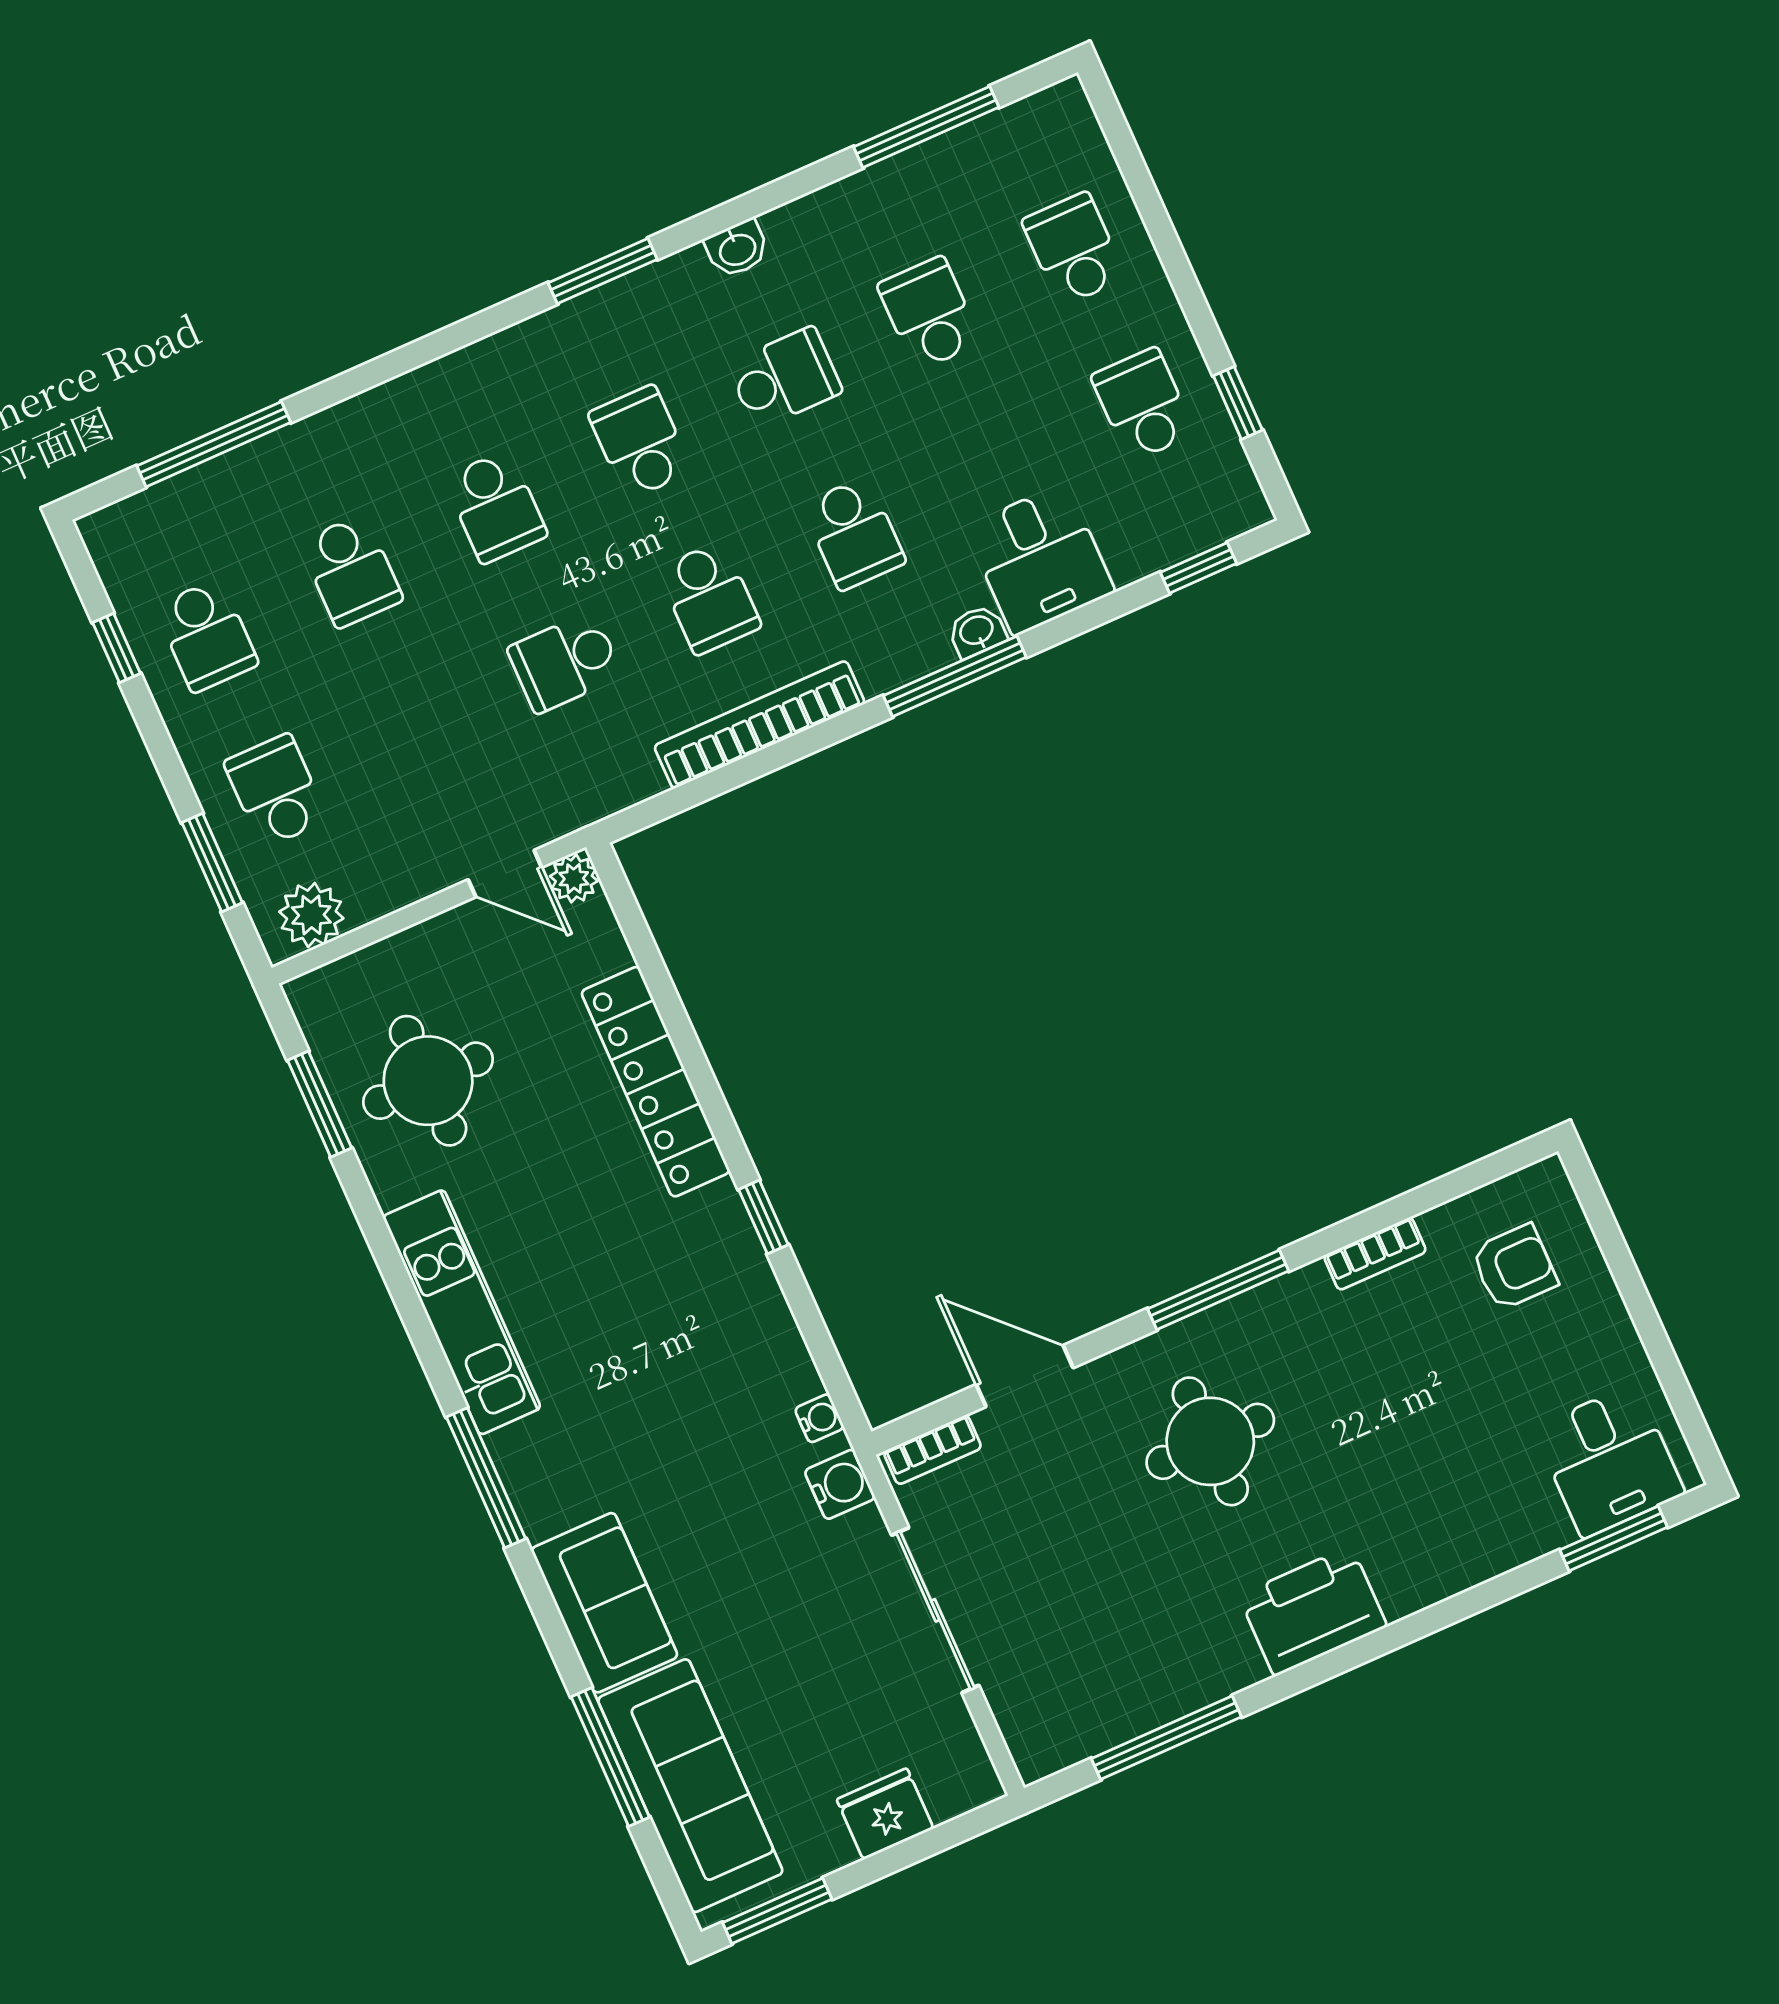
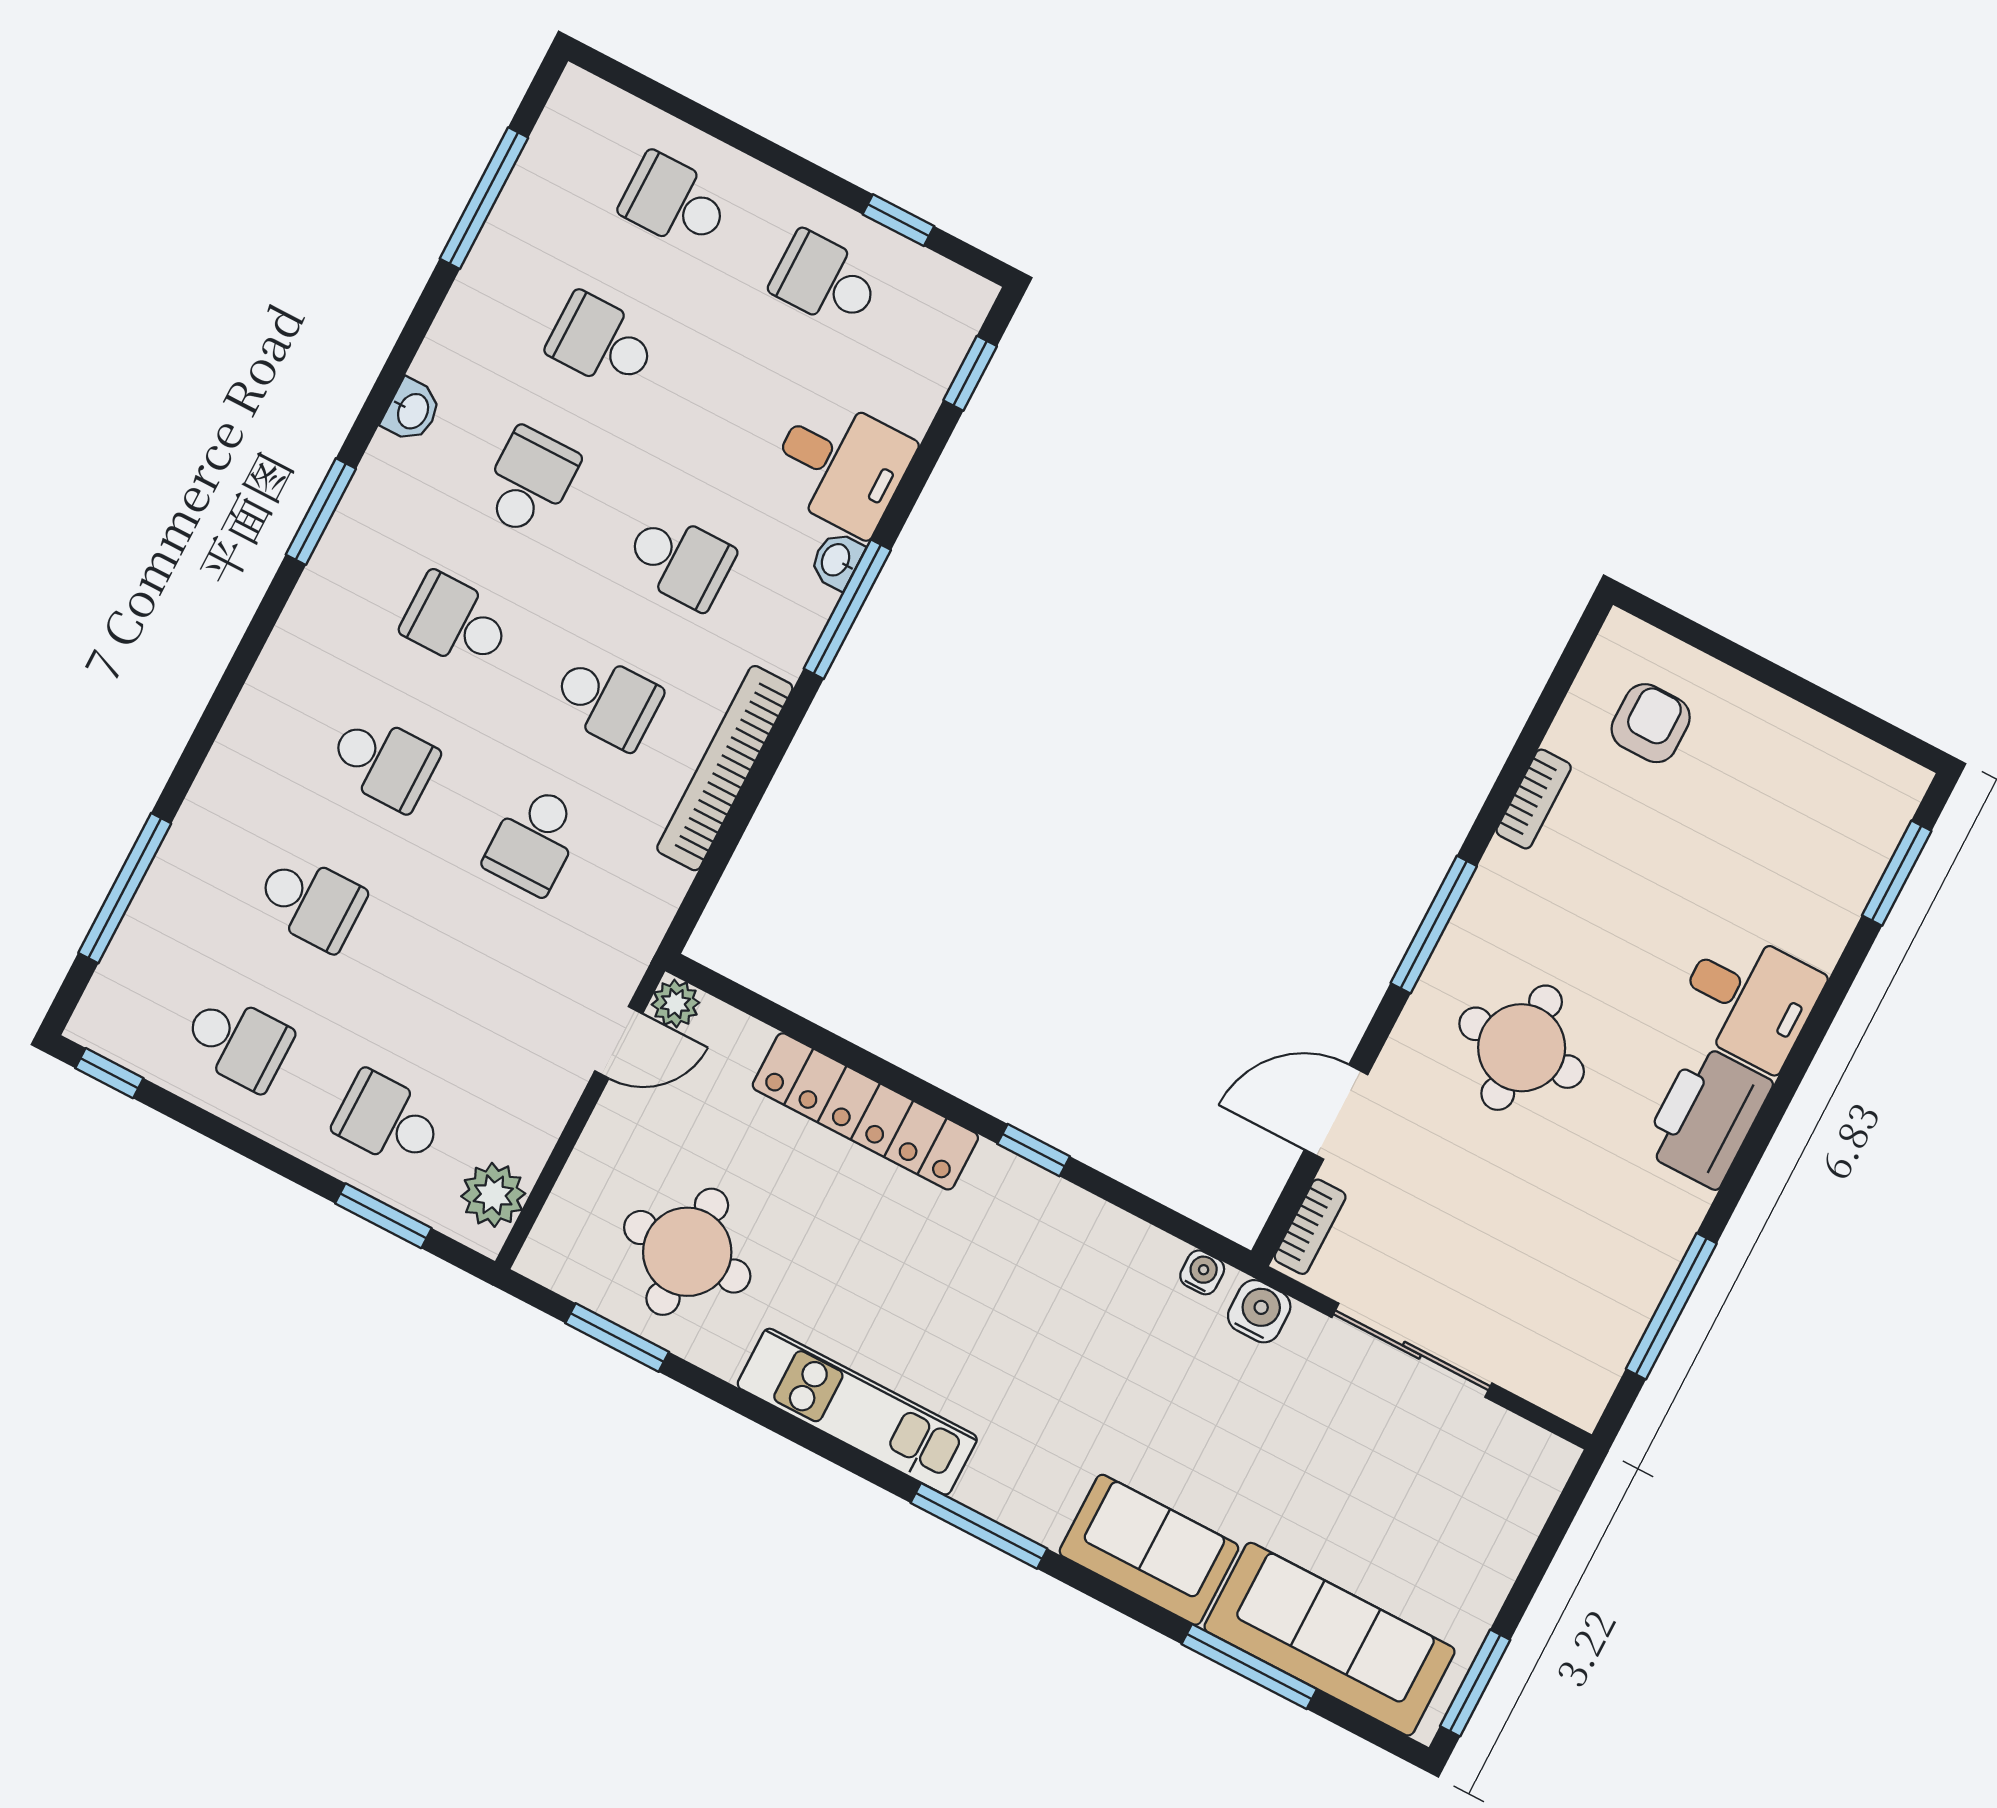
window: (116, 648) -> (109, 1073), moved
desk: (1609, 1461) -> (1749, 999), moved
fridge: (885, 1814) -> (1499, 1540), removed

